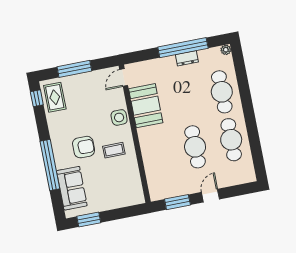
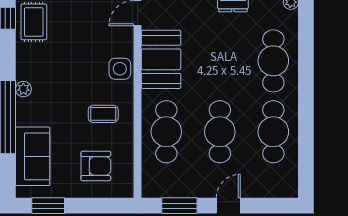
plant: (57, 144) -> (23, 89), added
armchair: (84, 147) -> (96, 166), moved
cafe table: (159, 154) -> (166, 132), added

